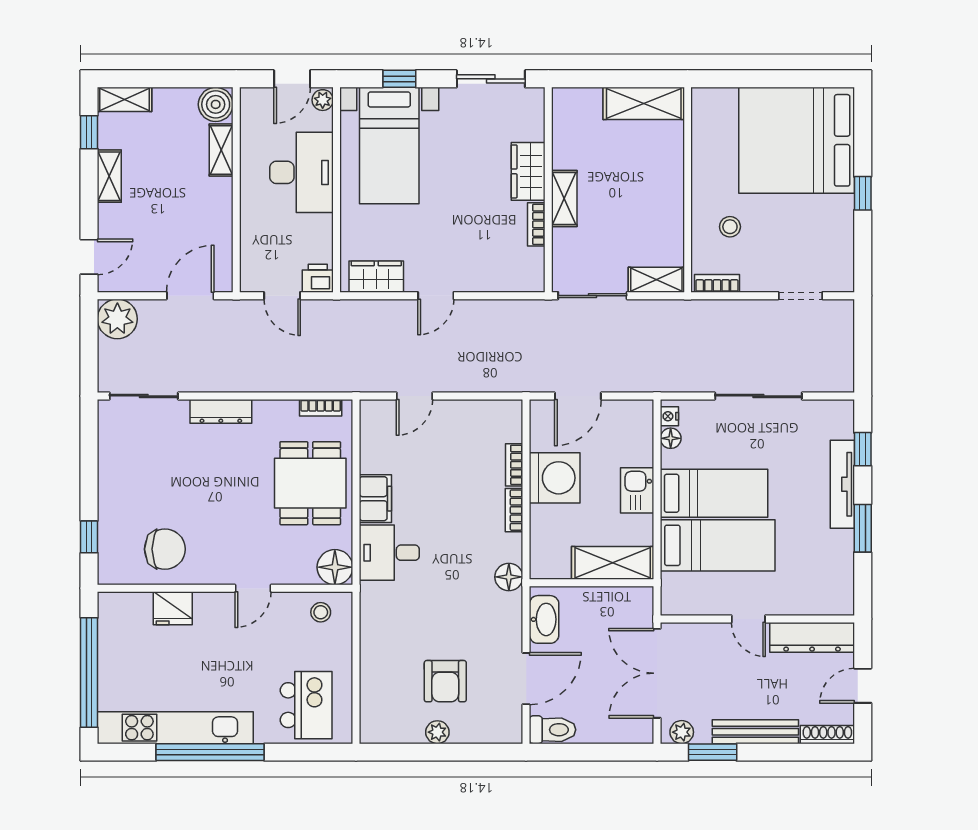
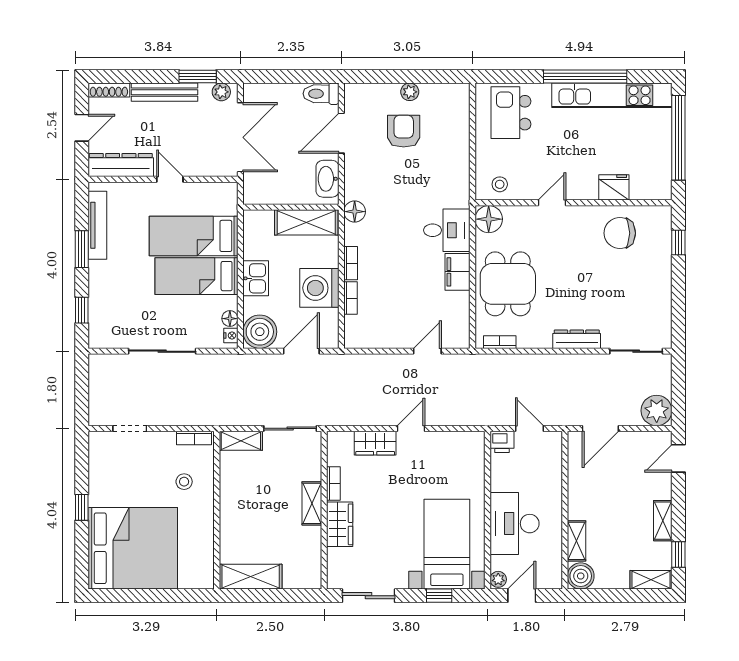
wardrobe: (376, 277) -> (375, 443), moved
boiler: (632, 421) -> (260, 332), added
tv unit: (842, 484) -> (97, 225), moved
shelving: (613, 563) -> (306, 222), moved

